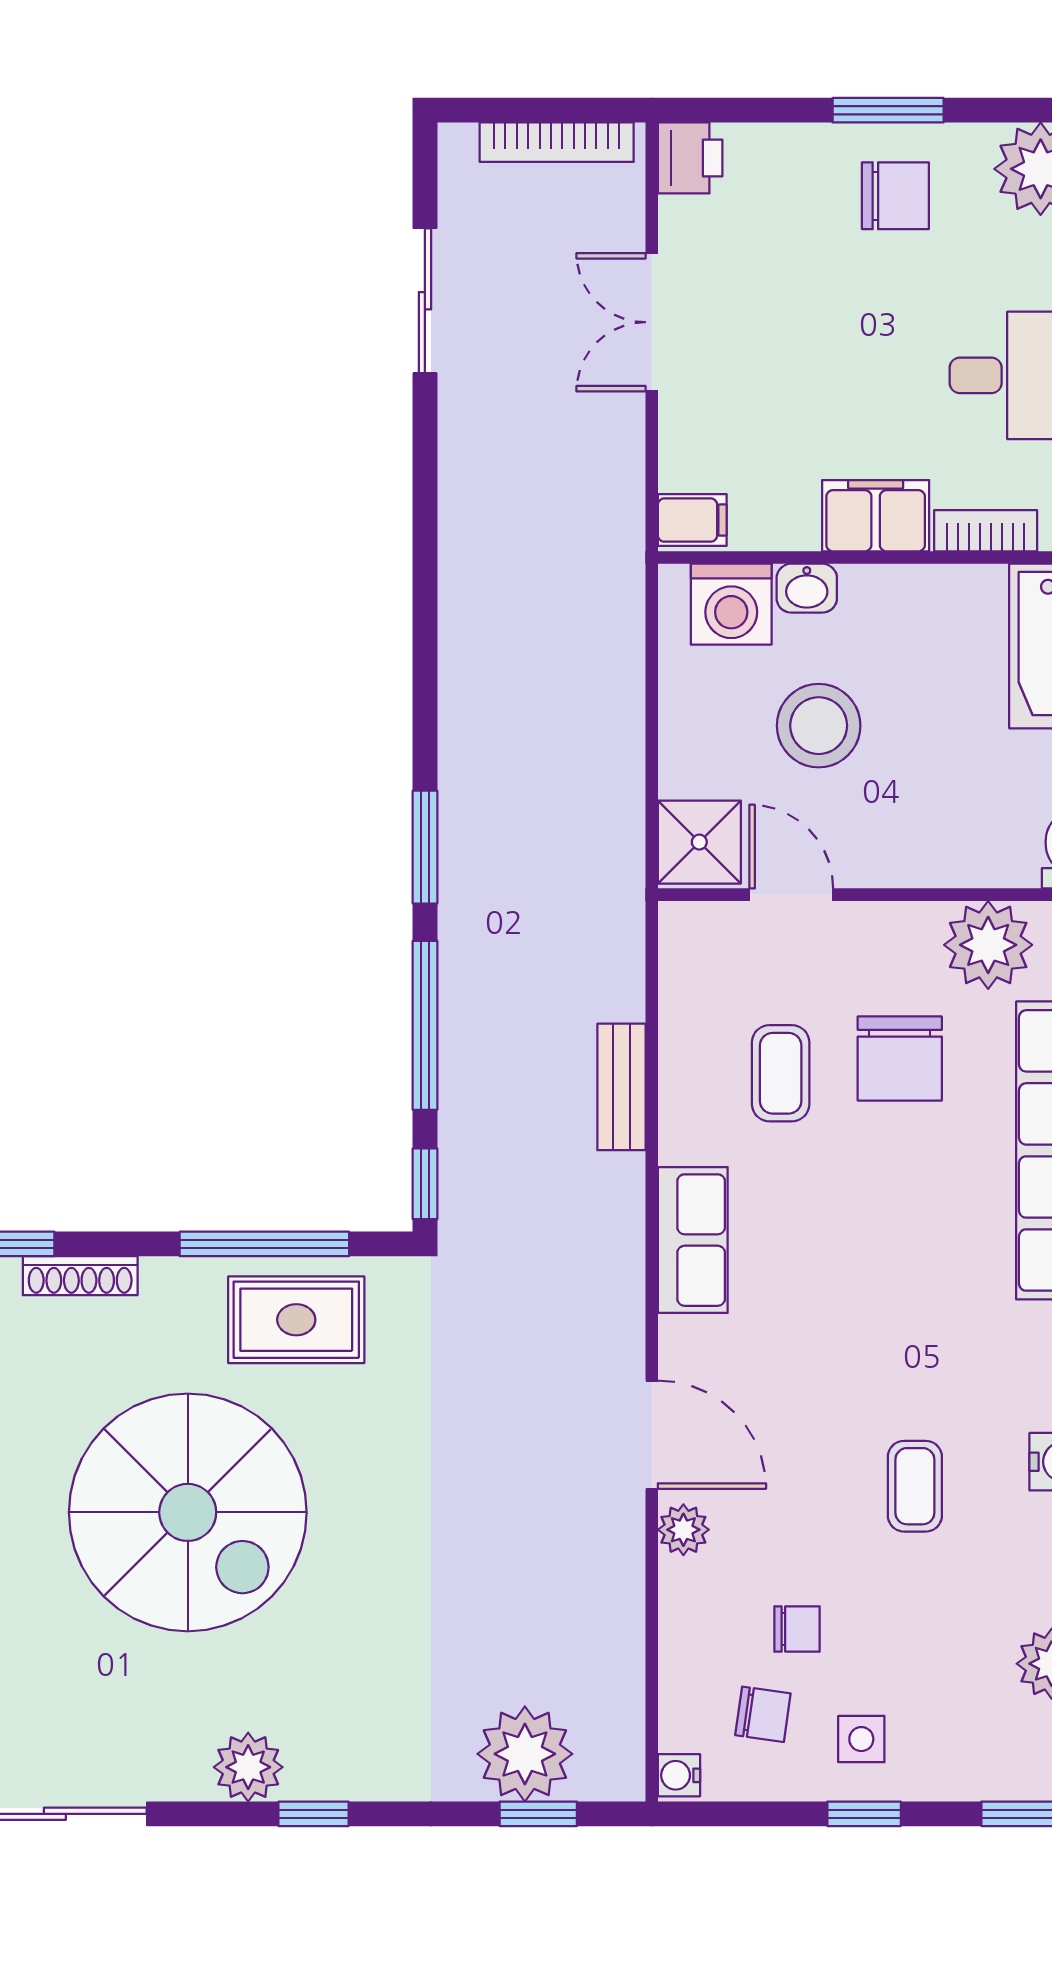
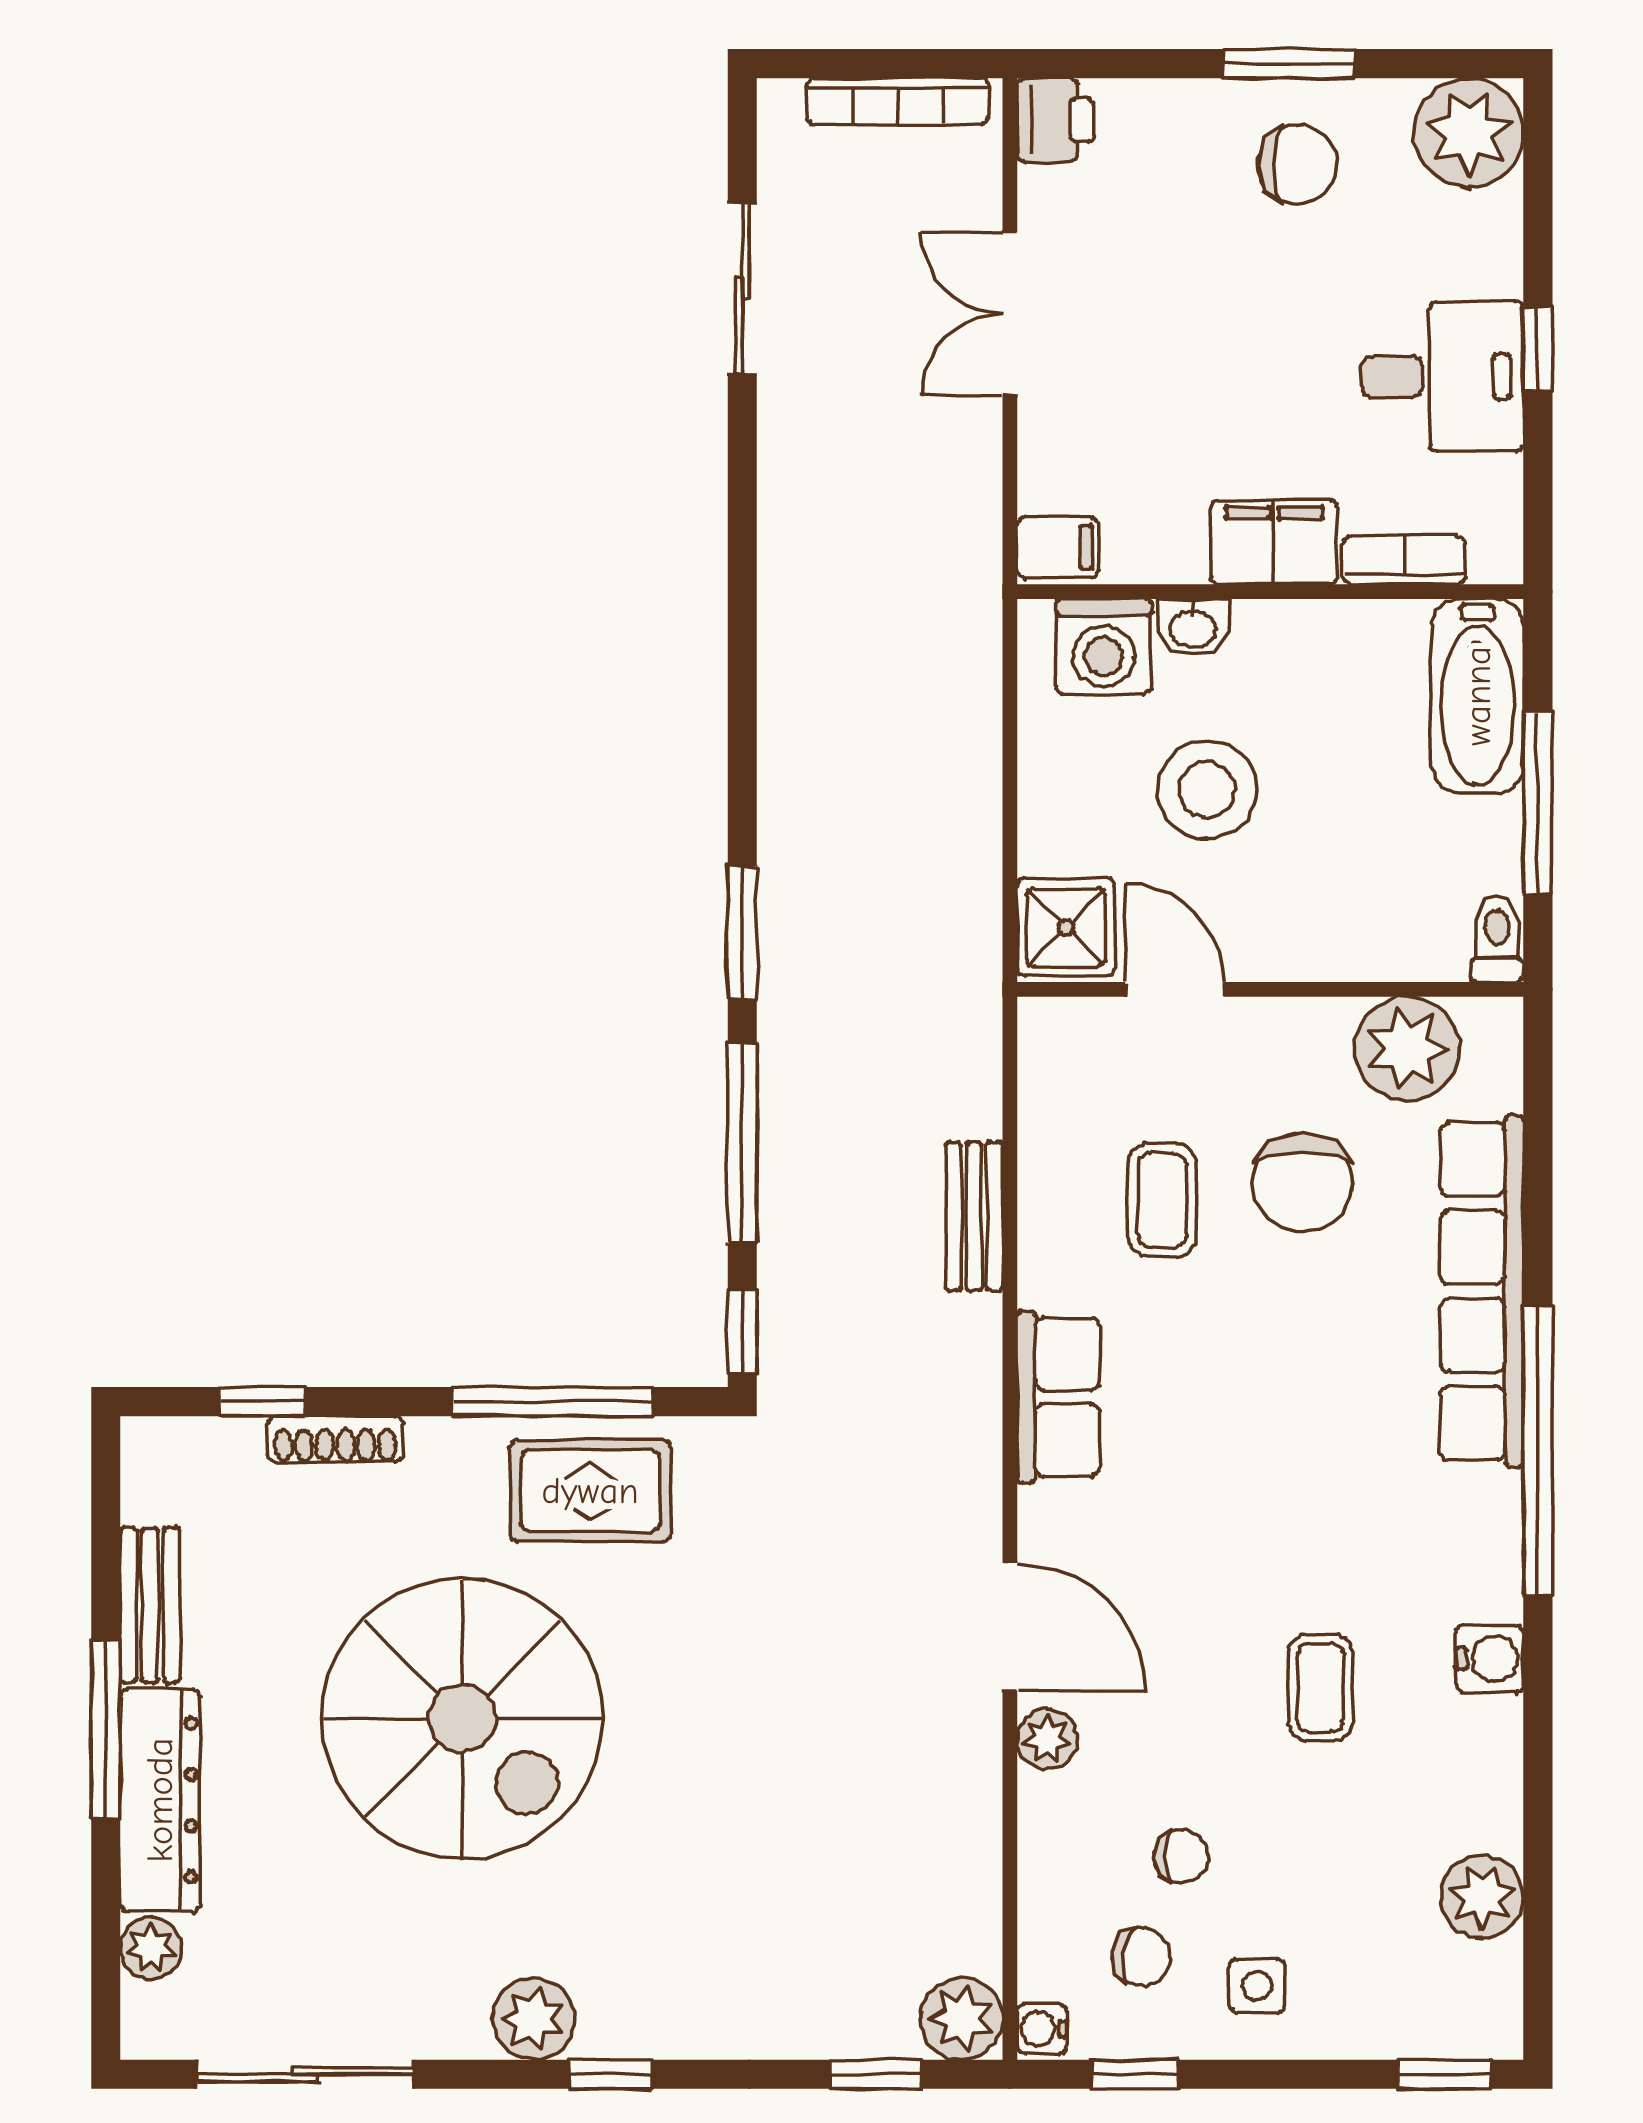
plant: (525, 1754) -> (961, 2019), moved, width x0.73, depth x0.73
window: (864, 1814) -> (1135, 2074), moved

